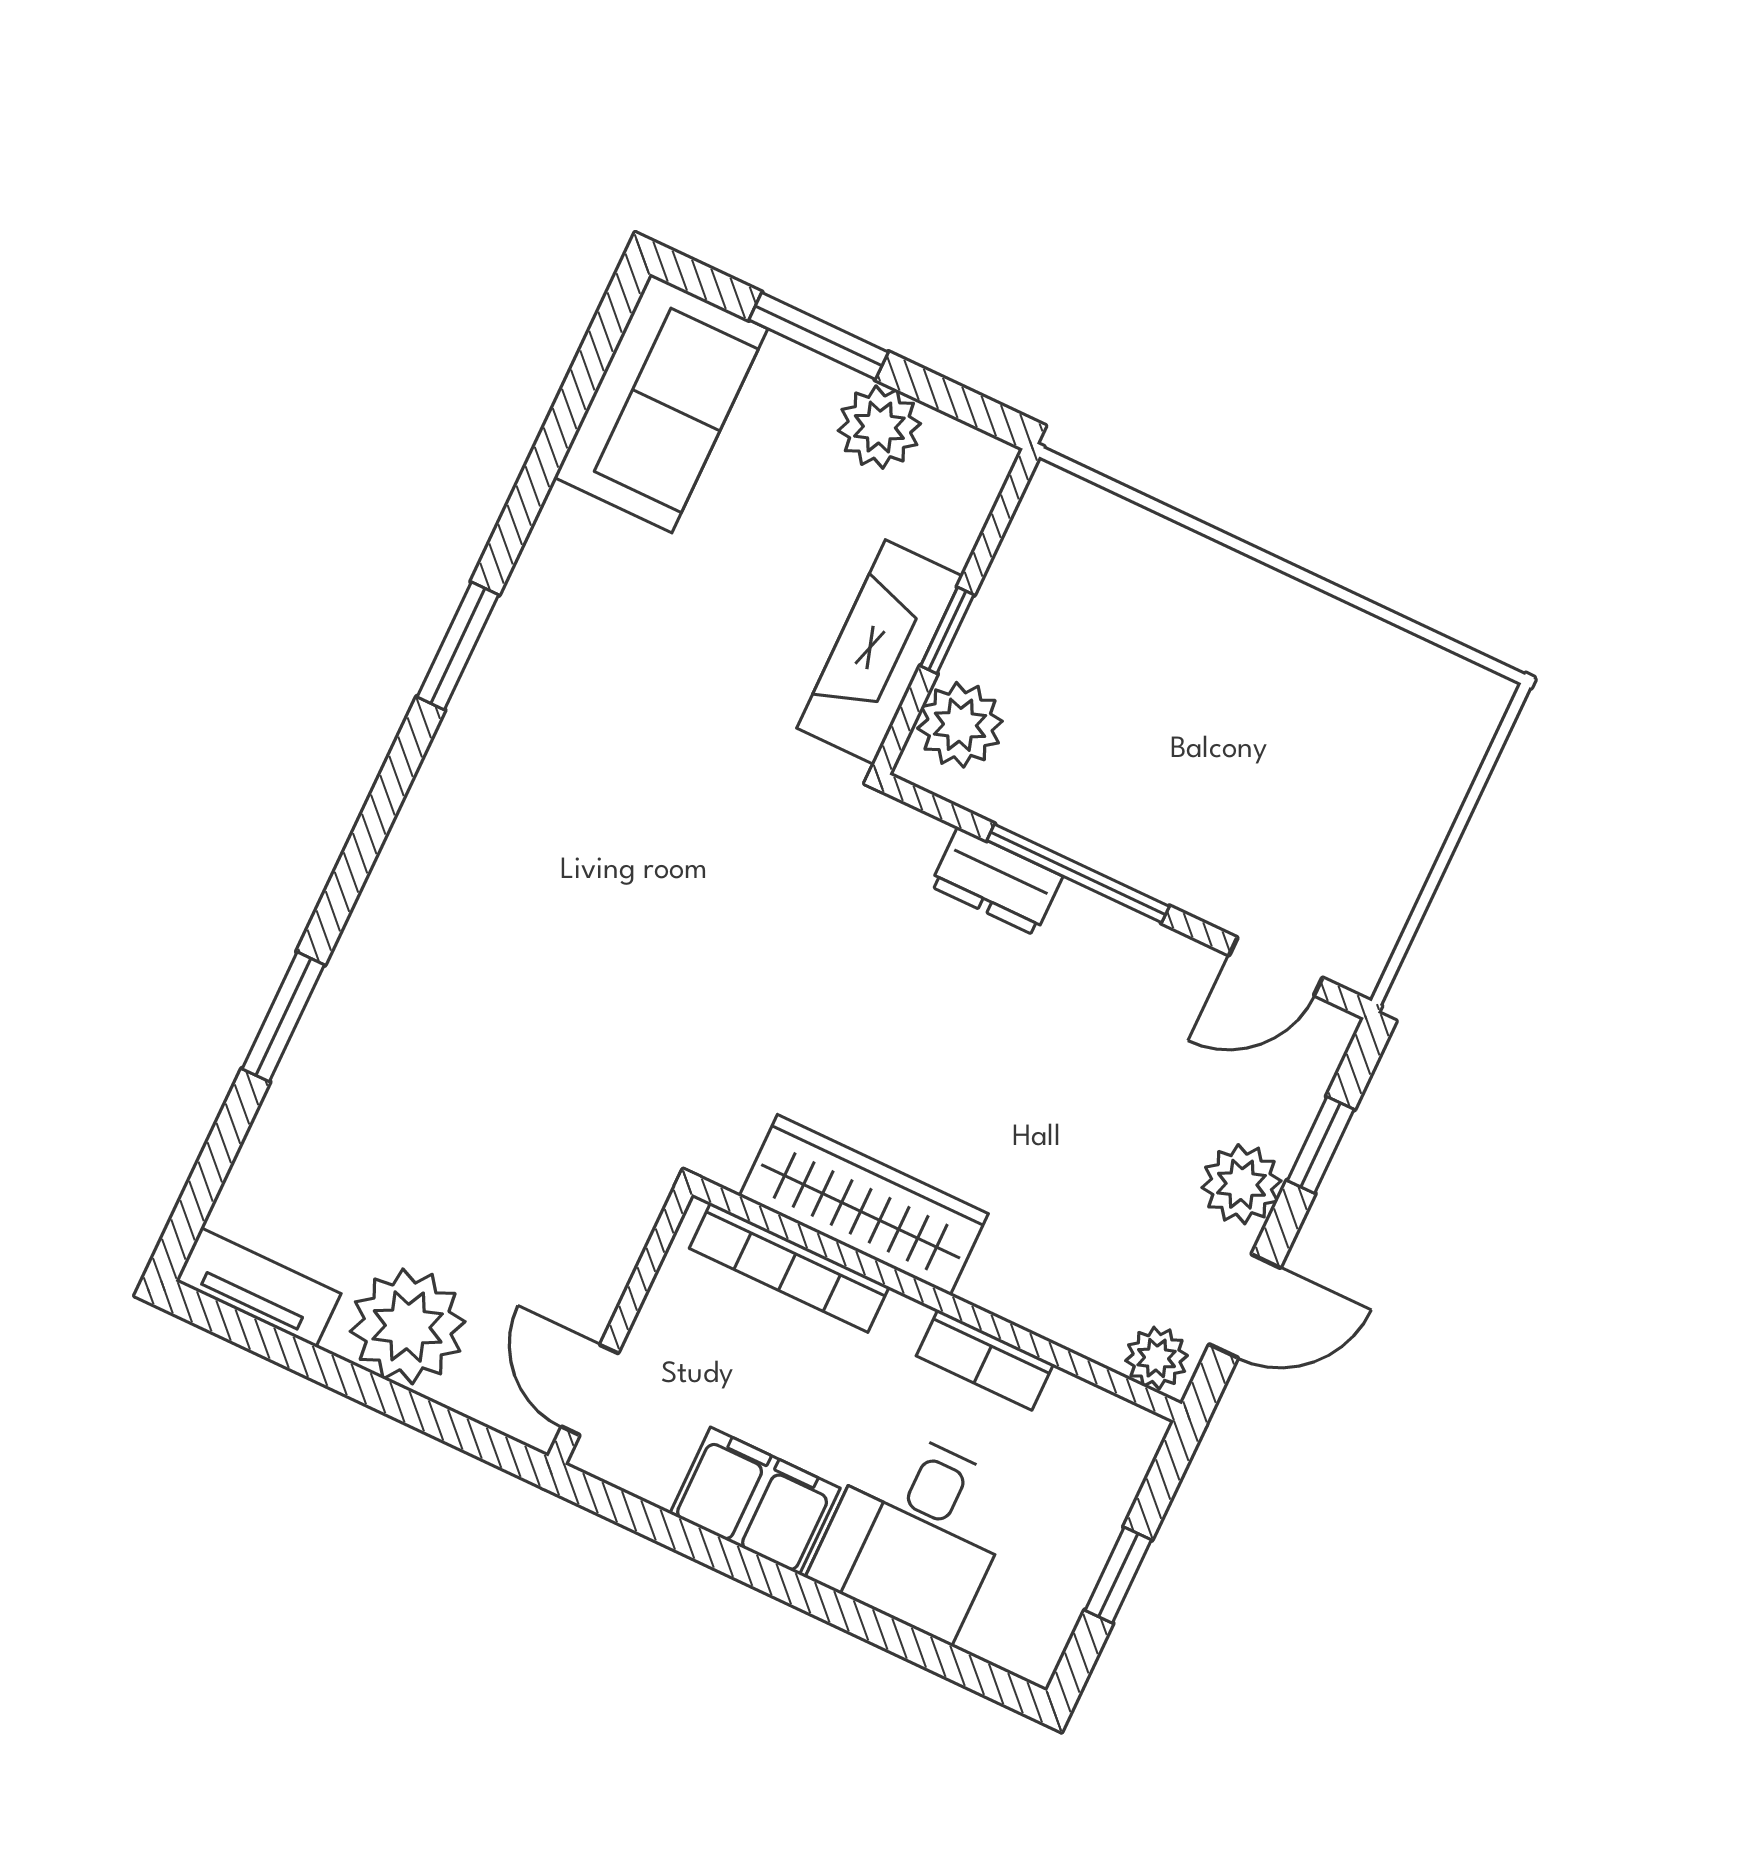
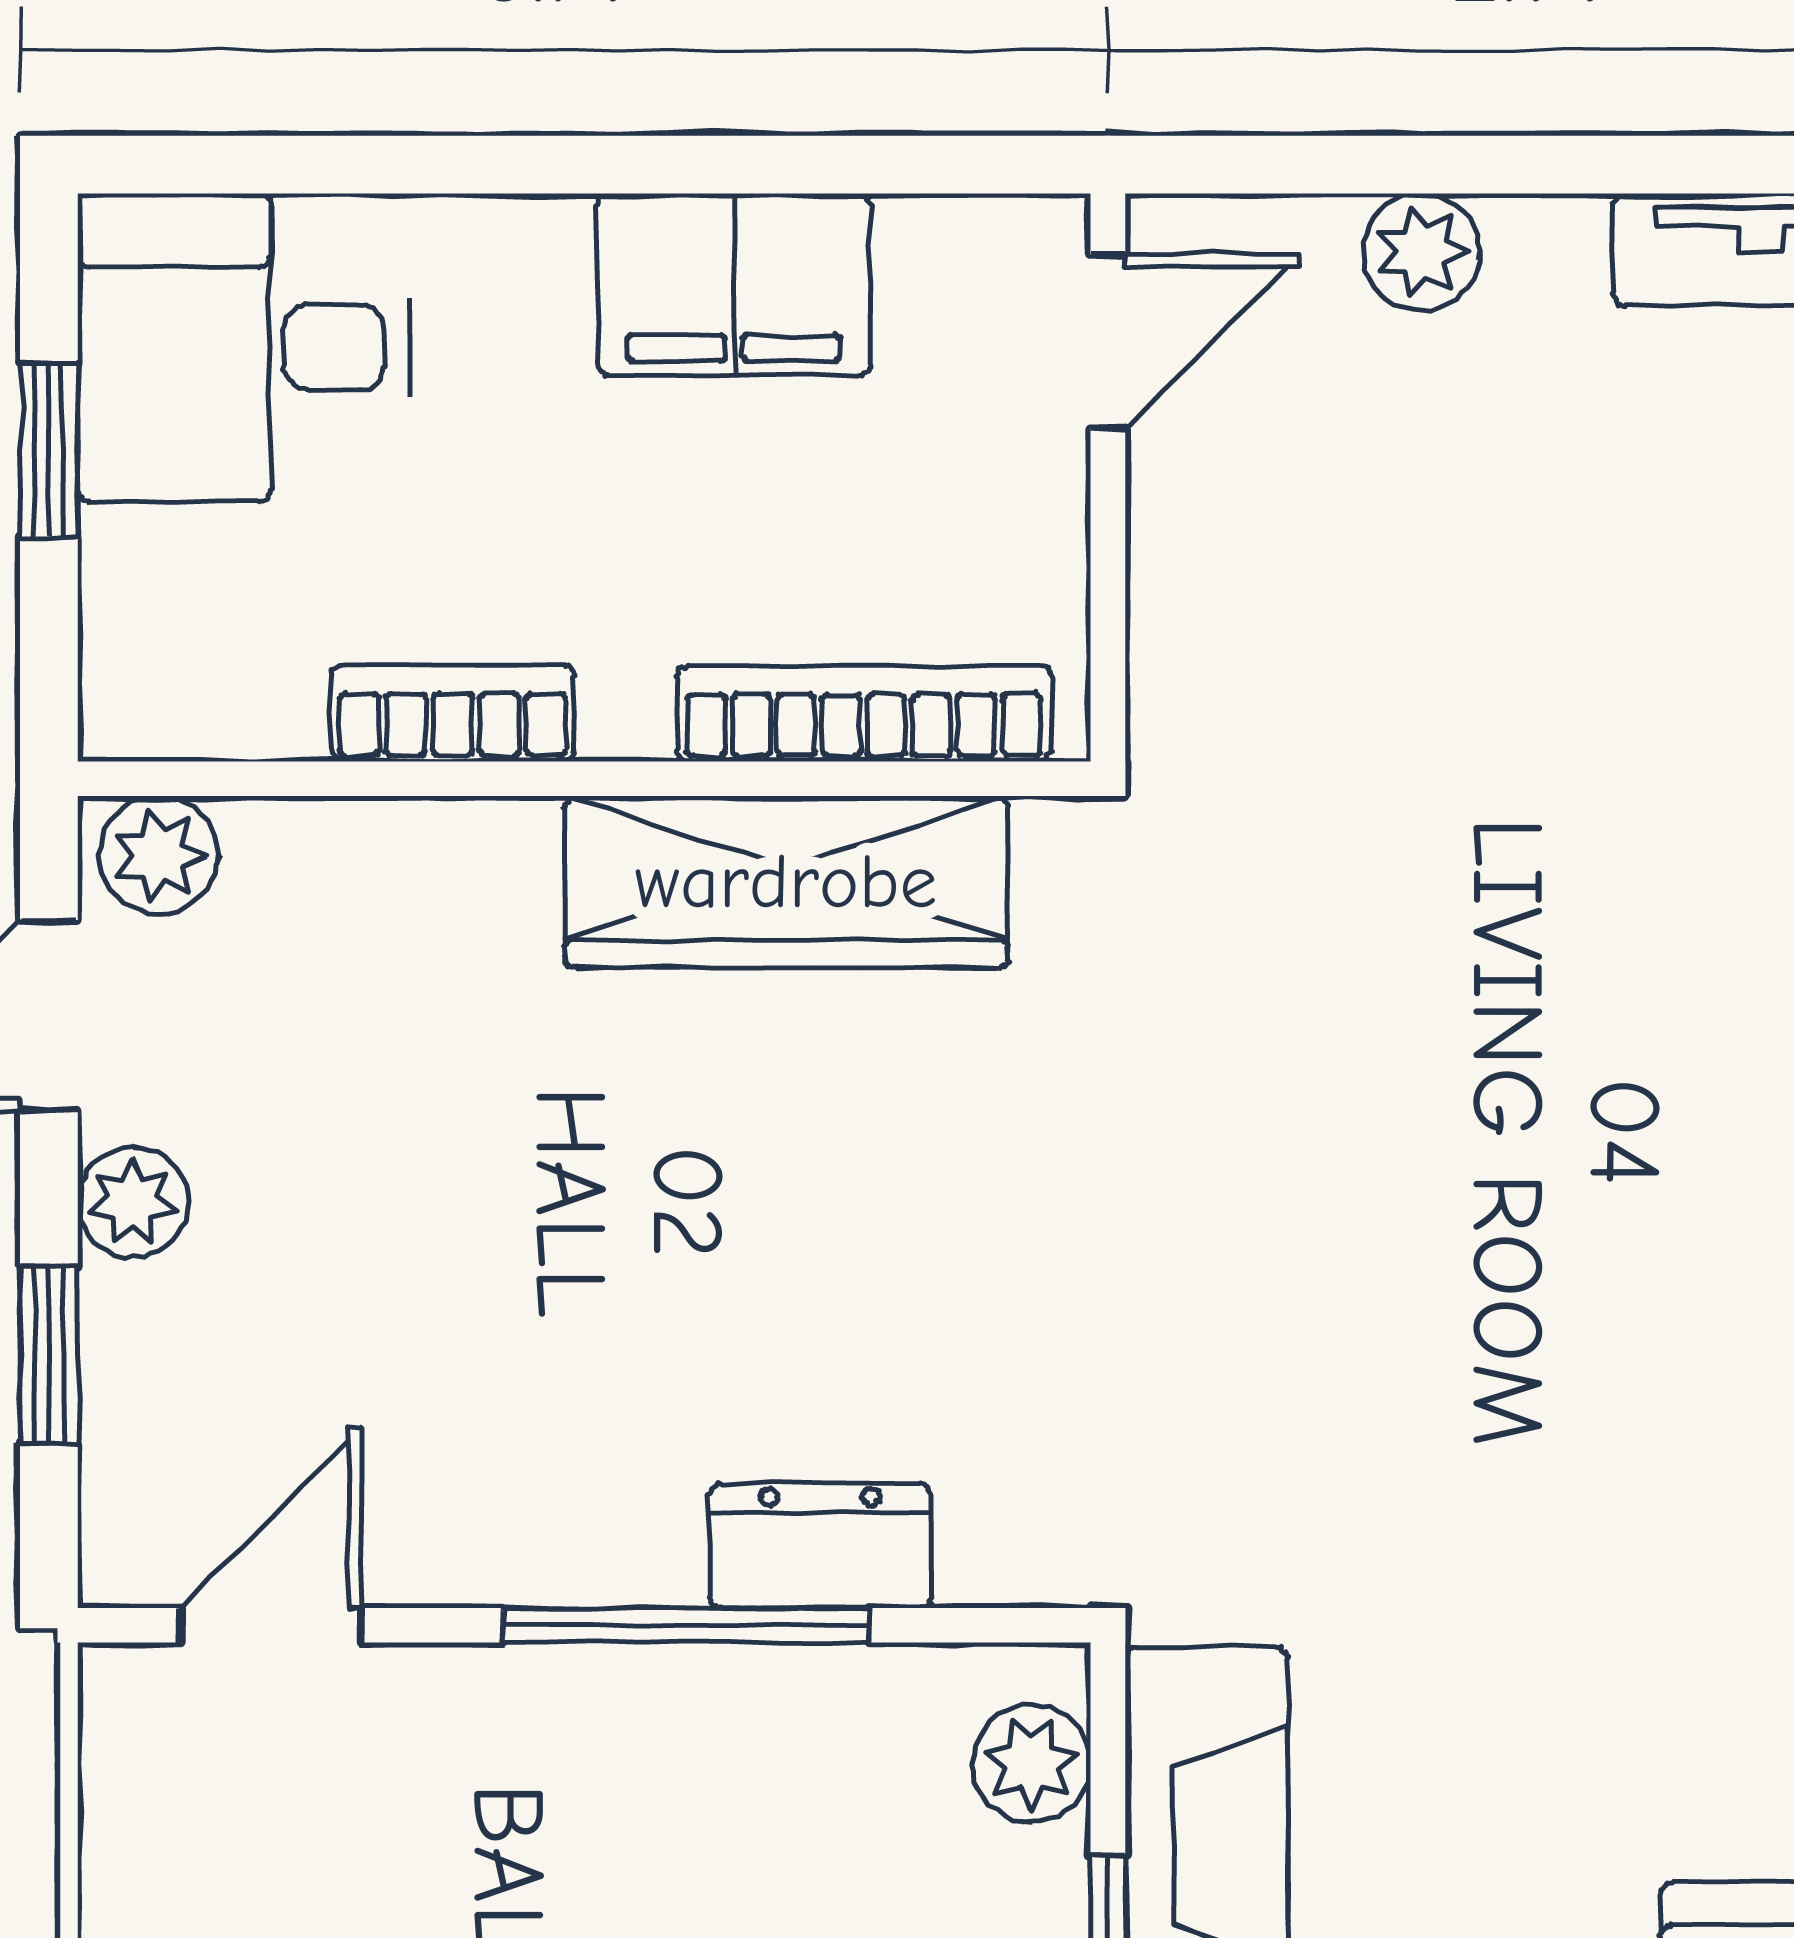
plant: (960, 725) -> (1032, 1763), width x0.73, depth x0.73
plant: (1241, 1184) -> (133, 1202), width x0.73, depth x0.73
plant: (408, 1326) -> (1421, 252), width x0.53, depth x0.53
door: (590, 1390) -> (1108, 341), hinge flipped
desk: (916, 1533) -> (244, 348), moved, turned -90

